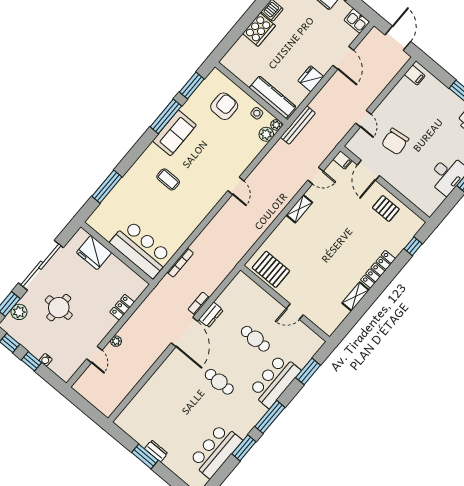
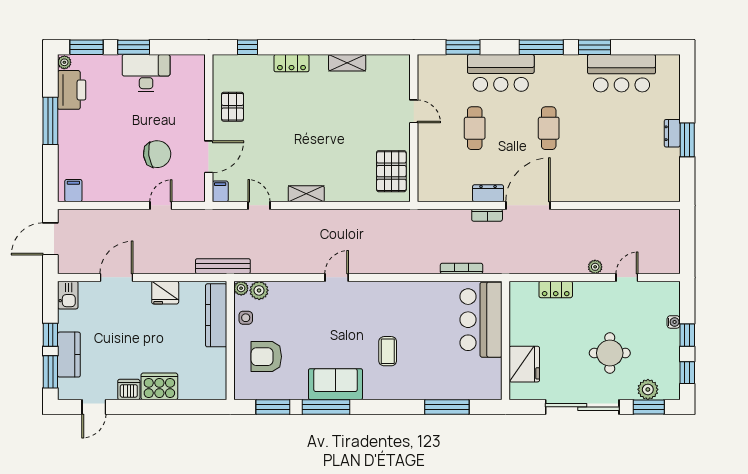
locker: (378, 269) -> (291, 63), width x0.66

